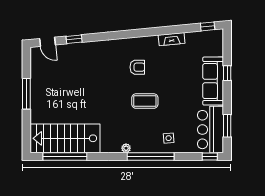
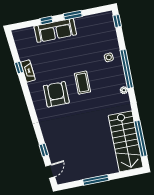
window: (208, 26) -> (19, 68), moved
armchair: (137, 67) -> (56, 94), width x1.88, depth x1.88
window: (227, 126) -> (73, 15), moved
bar counter: (210, 130) -> (95, 25), removed

